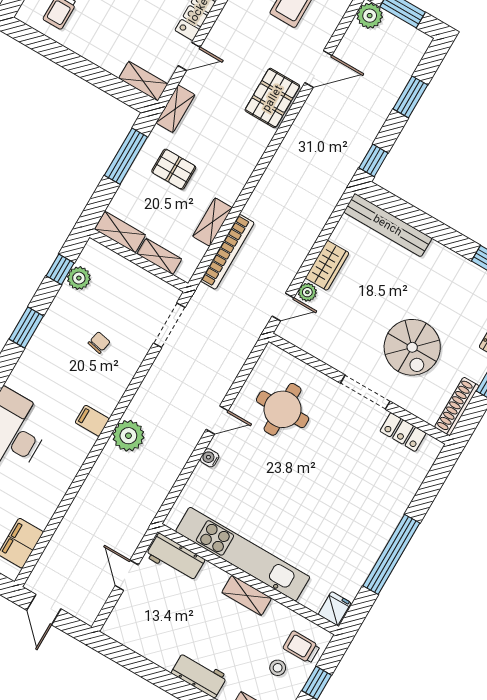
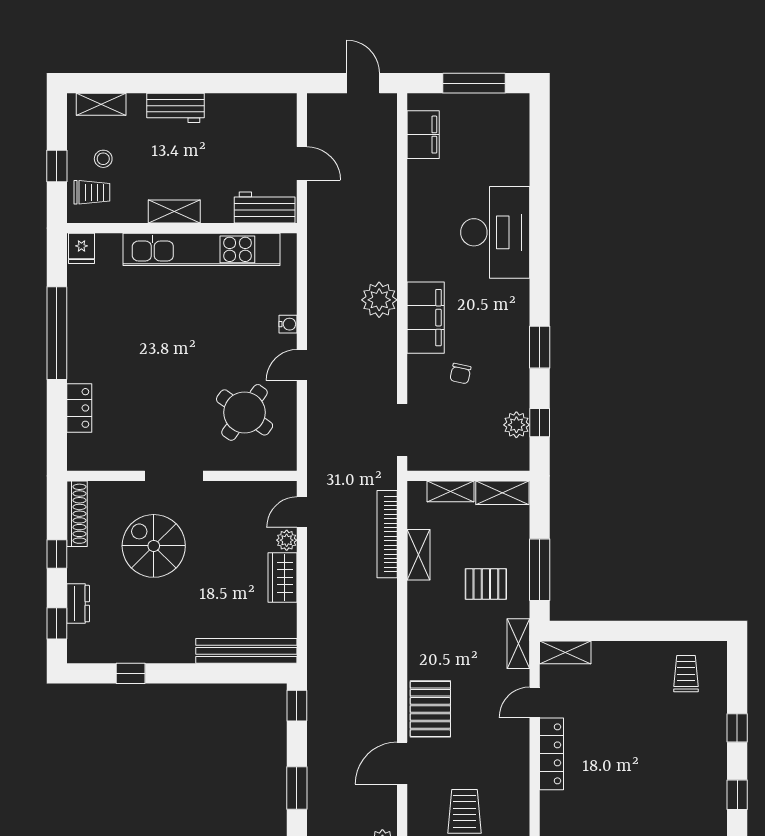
round table: (283, 409) -> (245, 412), turned 36
filing cabinet: (92, 421) -> (426, 318), width x3.00, depth x1.17
locker: (403, 432) -> (79, 408), moved, turned 90

